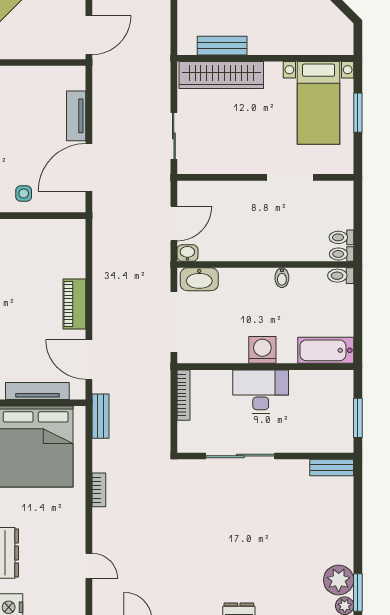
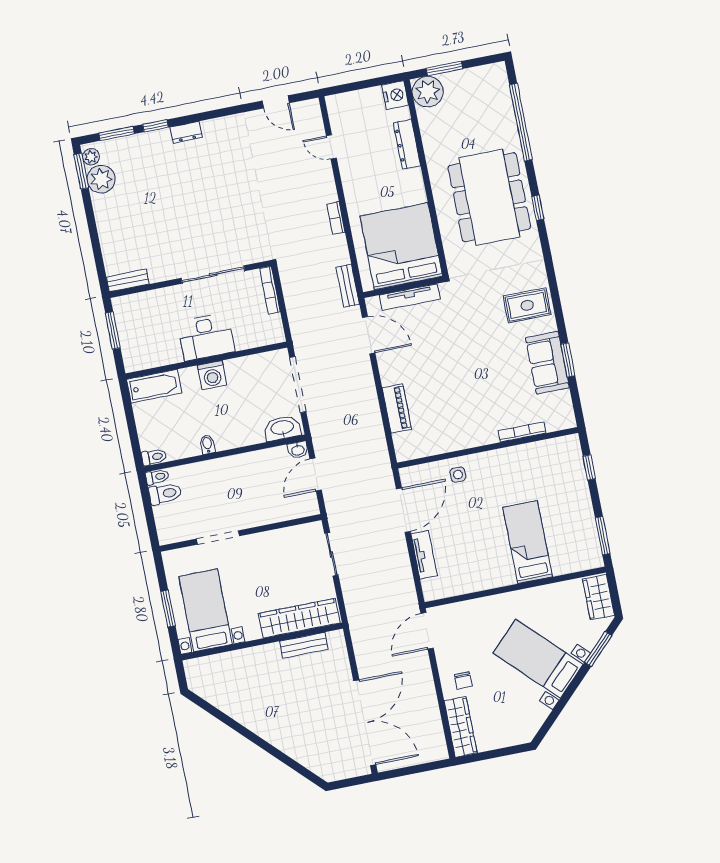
toilet: (341, 237) -> (165, 494), width x1.37, depth x1.39
piano: (74, 304) -> (397, 409), moved
bookcase: (184, 395) -> (270, 290), moved

